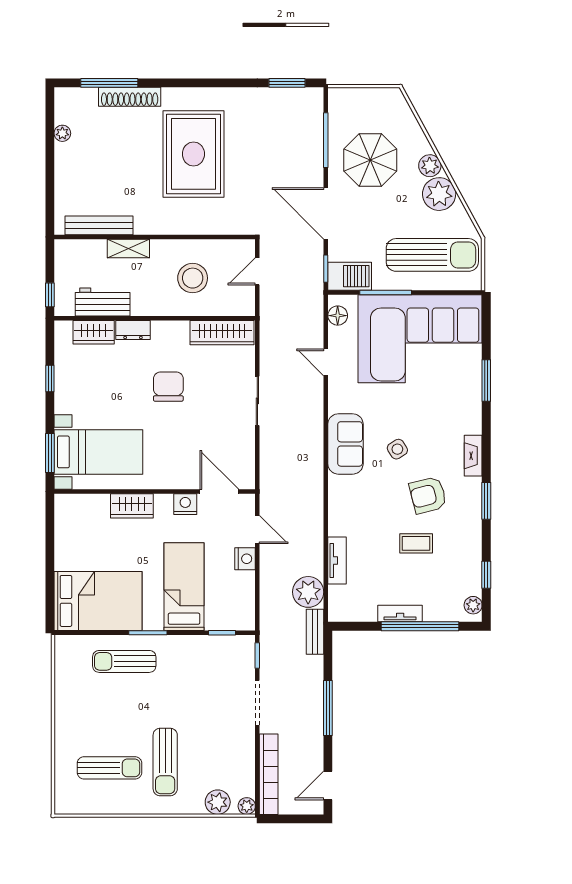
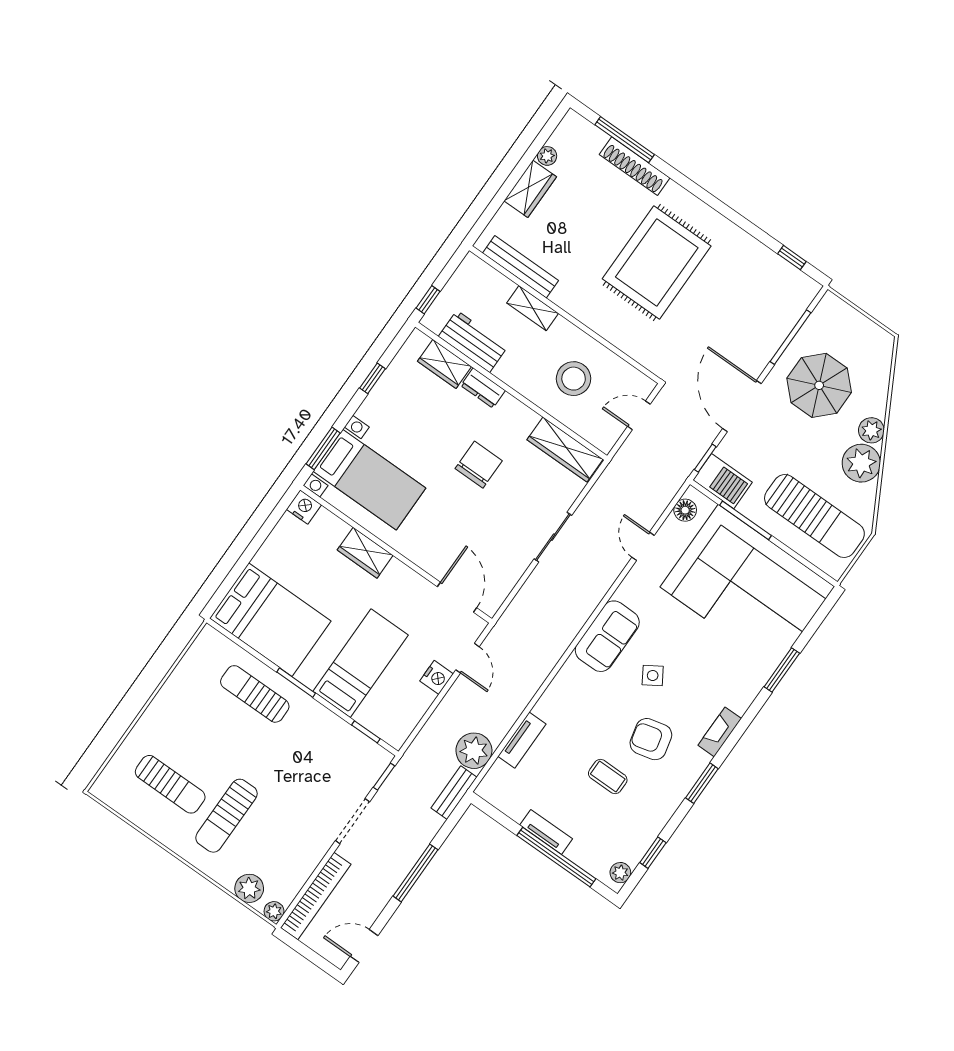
window: (287, 83) -> (792, 258), width x0.67
wardrobe: (67, 165) -> (530, 189), added
nightstand: (185, 504) -> (304, 507), moved

